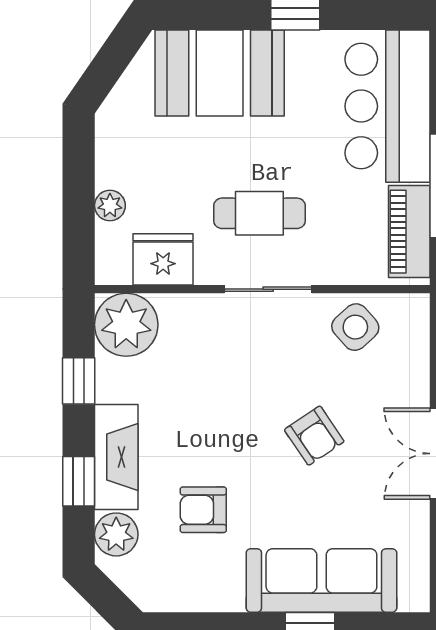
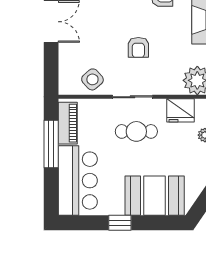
armchair: (314, 436) -> (138, 47), moved, turned -146

